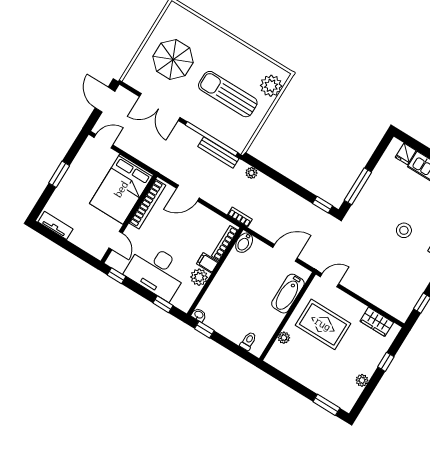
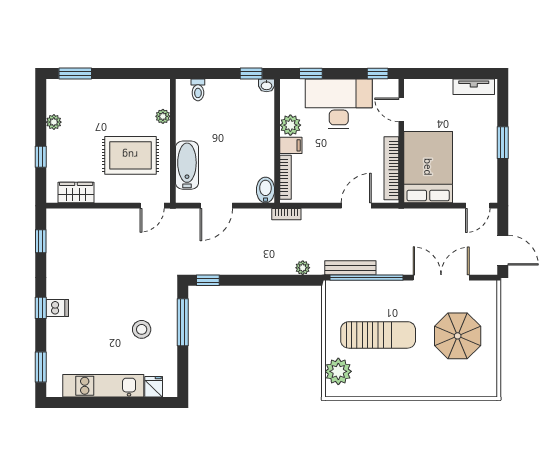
stool: (404, 230) -> (142, 329), moved

